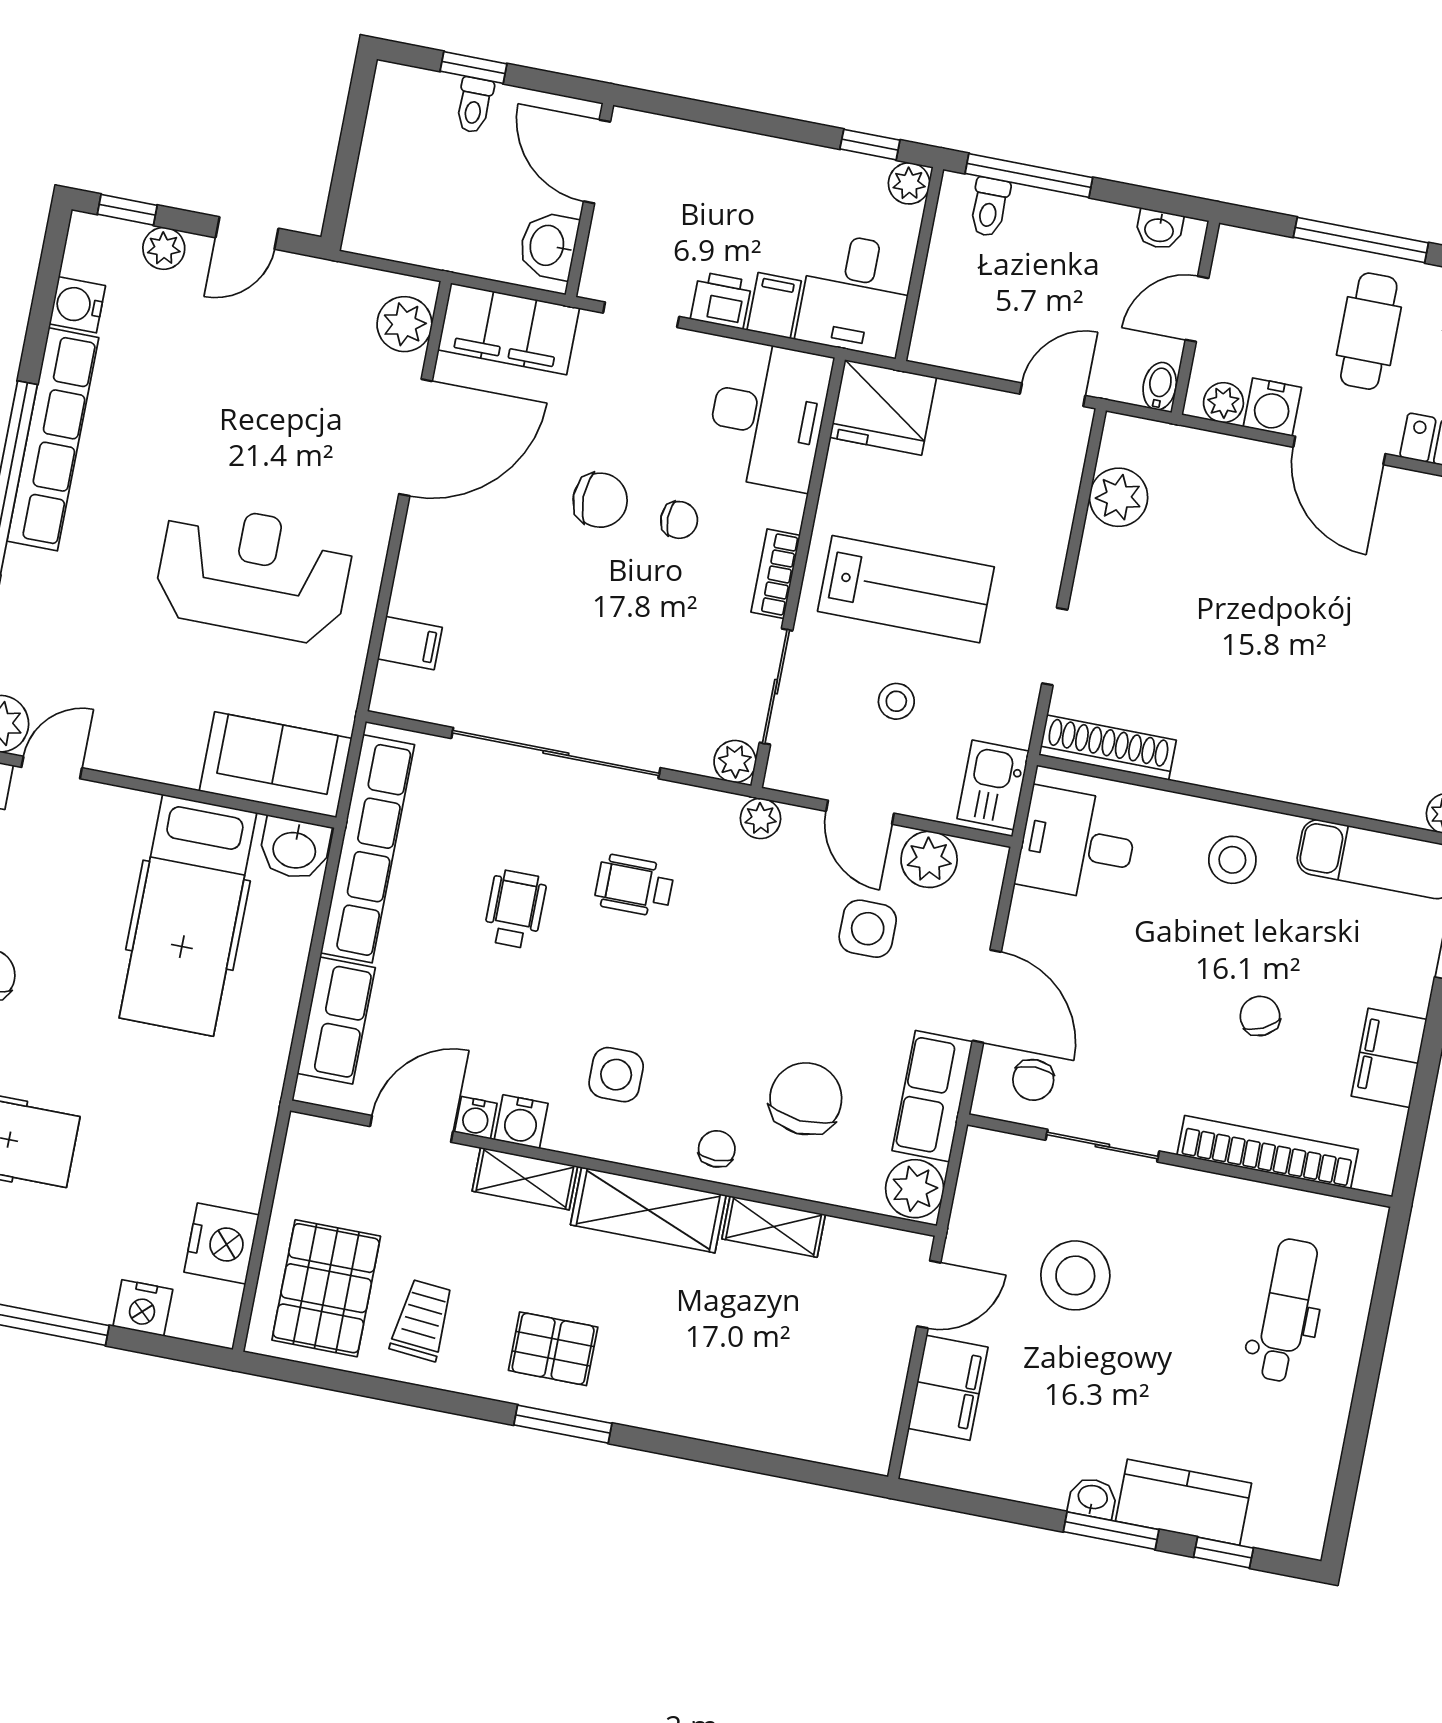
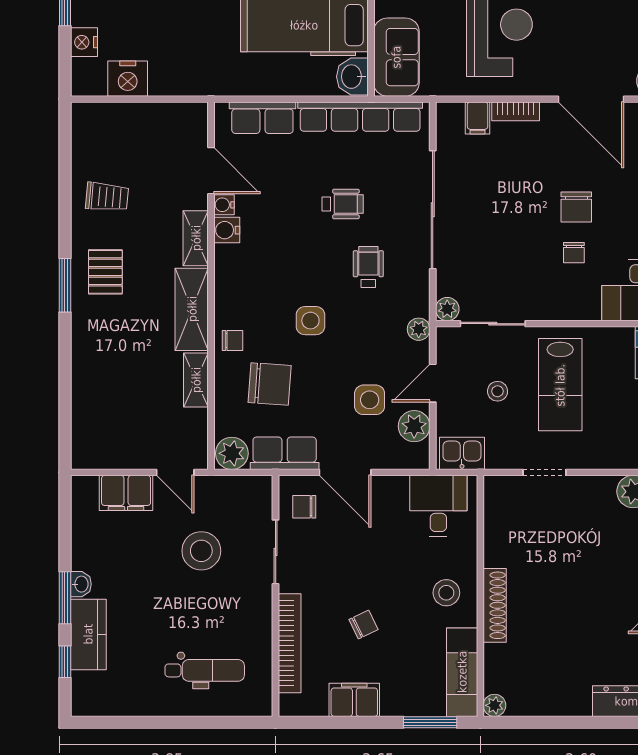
bookcase: (776, 574) -> (516, 111), moved, turned 180
shoe rack: (1108, 748) -> (495, 605), moved
door: (987, 996) -> (345, 472), hinge flipped
side table: (616, 1075) -> (310, 321), moved
pallet: (326, 1288) -> (114, 141), removed

